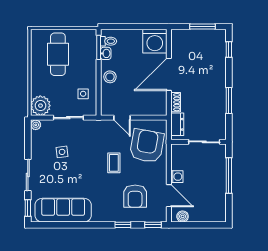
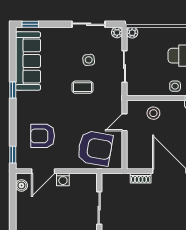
stool: (110, 77) -> (153, 113), moved
side table: (83, 94) -> (175, 86), moved
plant: (40, 106) -> (132, 33), width x0.53, depth x0.53
dresser: (177, 124) -> (117, 180), removed
coffee table: (114, 163) -> (83, 87), moved
sliding door: (28, 175) -> (89, 24), moved
window: (123, 225) -> (13, 90), moved

